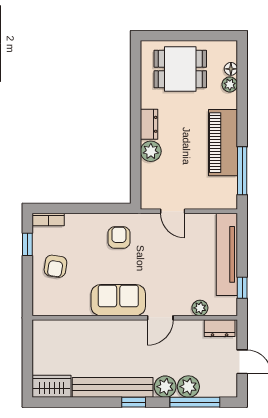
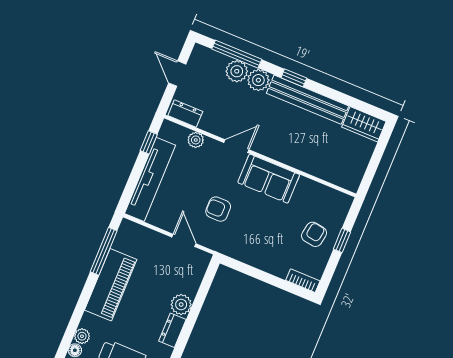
armchair: (119, 237) -> (218, 209), moved, turned 90
window: (27, 244) -> (342, 240), moved

